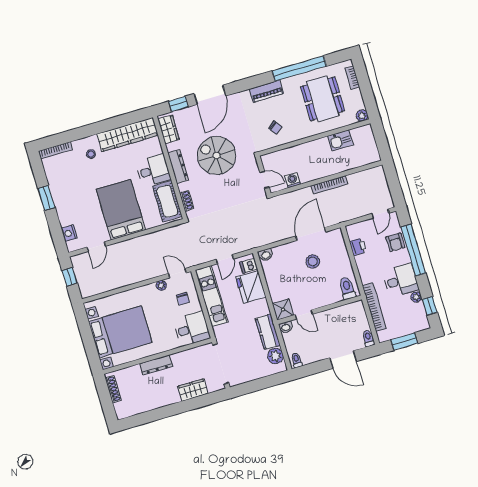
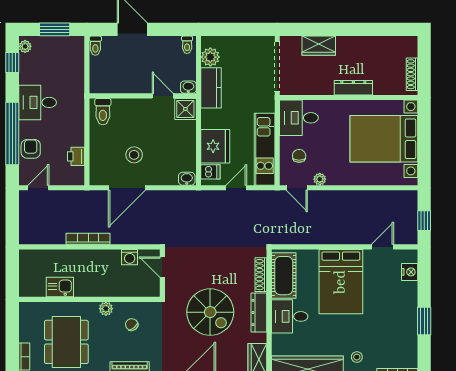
plant: (362, 116) -> (106, 309), moved
shoe rack: (187, 201) -> (261, 275), width x1.43
plant: (416, 297) -> (25, 46), moved
bookcase: (374, 307) -> (78, 80), removed

